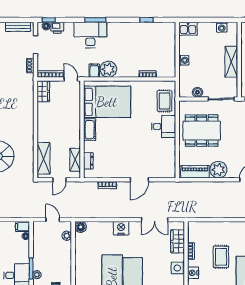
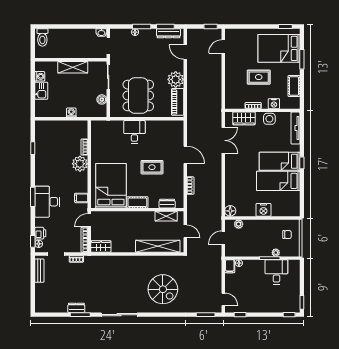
kitchen sink: (188, 29) -> (41, 91), moved
plant: (108, 69) -> (80, 164), moved
rug: (165, 101) -> (152, 167), moved
shelving: (44, 158) -> (158, 246), width x1.47
nightstand: (121, 228) -> (263, 210), moved, turned -90

